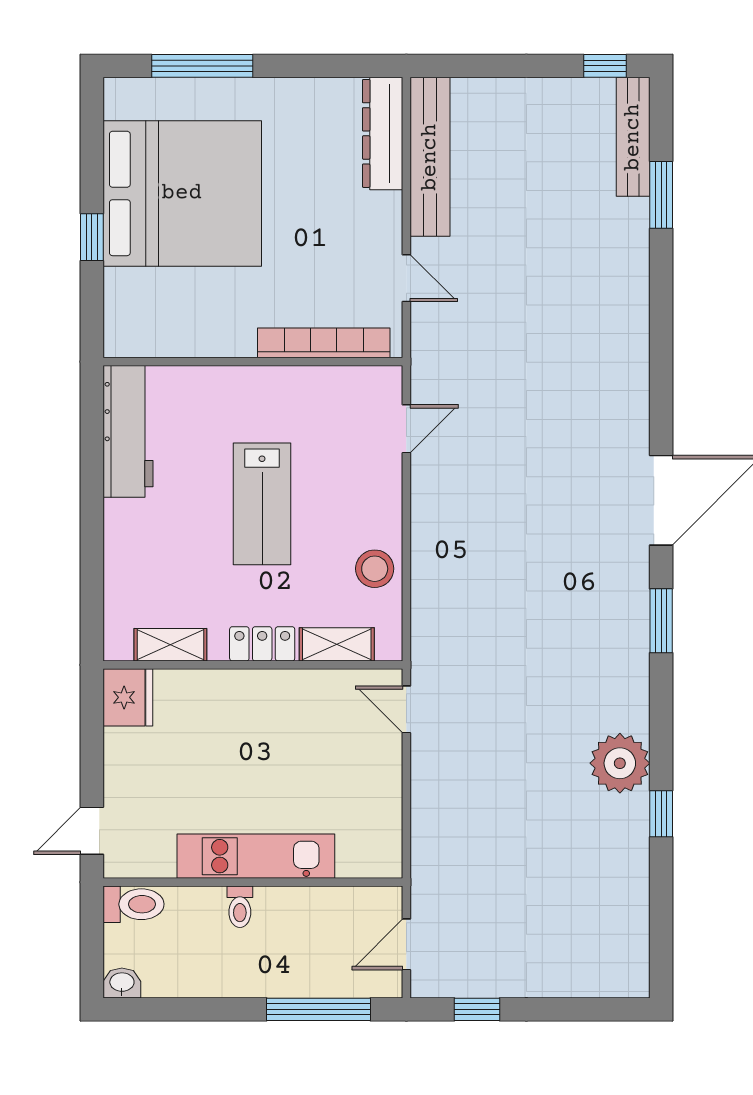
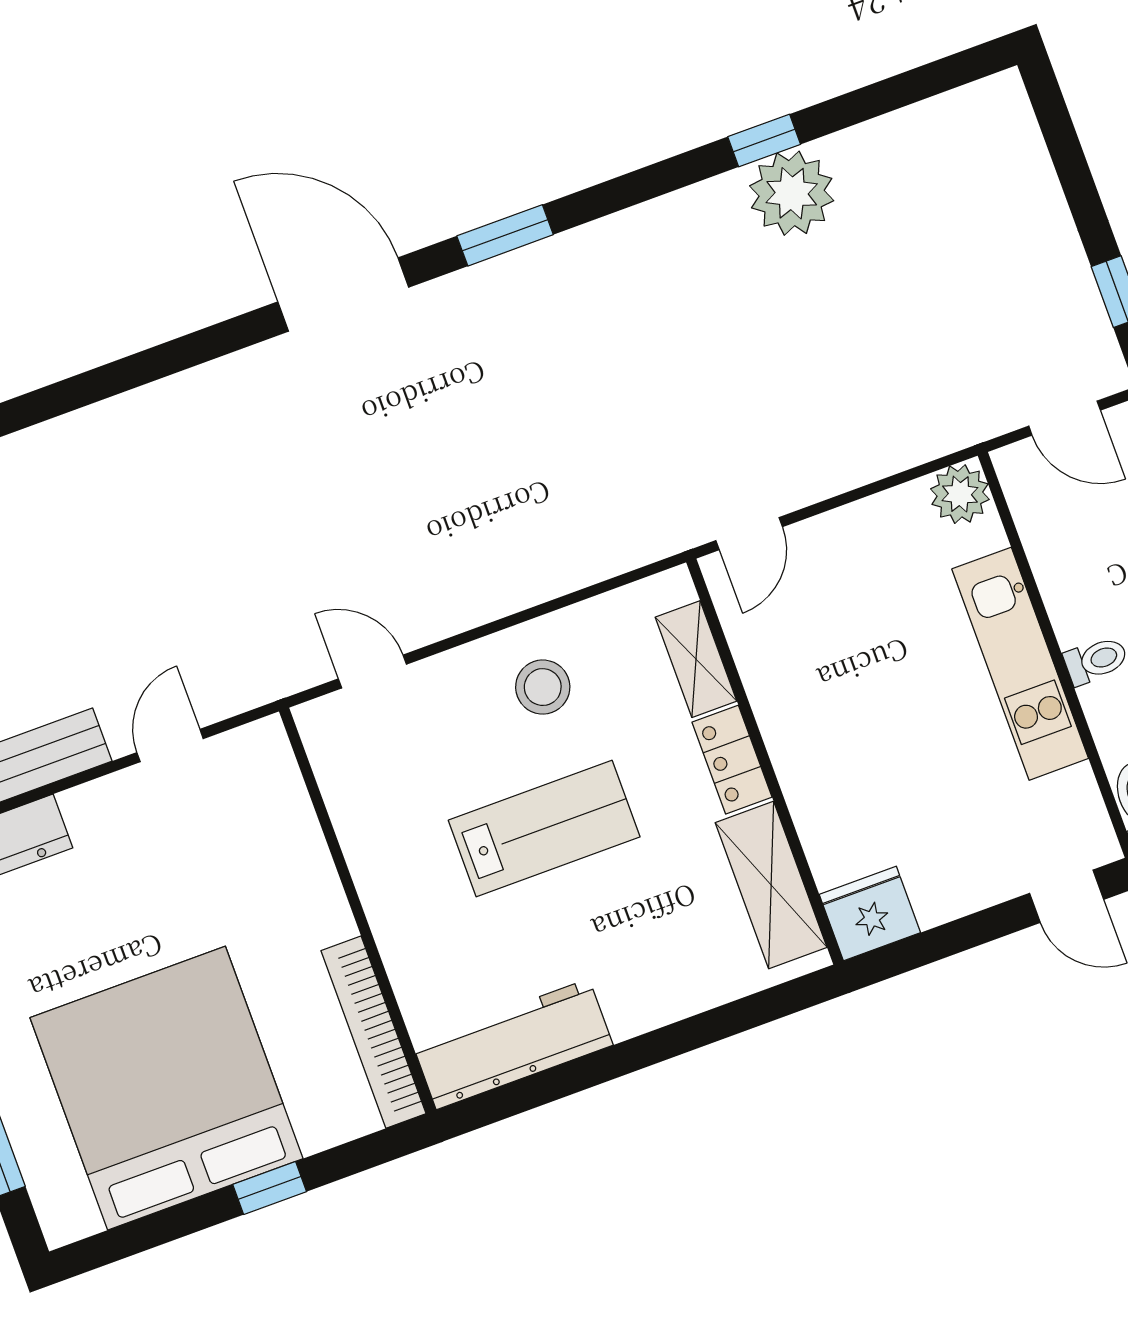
bookcase: (324, 343) -> (373, 1032), moved
stool: (375, 569) -> (543, 687), moved
shelving: (170, 645) -> (771, 885), width x1.50, depth x1.33
plant: (620, 763) -> (792, 193), moved
plant: (382, 857) -> (960, 494), added

